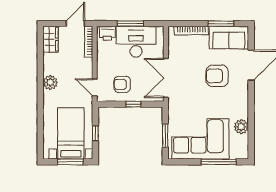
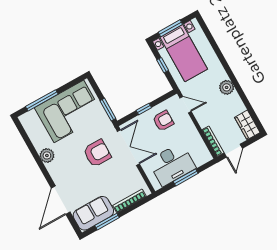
printer: (107, 33) -> (201, 158), removed
armchair: (217, 76) -> (97, 153), moved
plant: (241, 127) -> (47, 155), moved
window: (165, 136) -> (108, 110), moved

